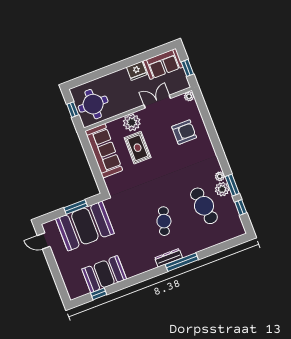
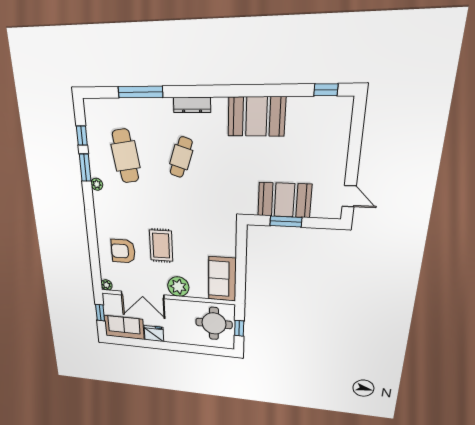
double door: (157, 102) -> (143, 295), width x1.37
rug: (138, 148) -> (161, 246), moved
sofa: (104, 151) -> (222, 279), width x0.73
plant: (222, 189) -> (98, 168), removed
booth: (85, 226) -> (284, 200), width x0.73, depth x0.70
window: (182, 262) -> (140, 92), moved
booth: (104, 274) -> (256, 117), moved
window: (99, 294) -> (326, 90), moved

